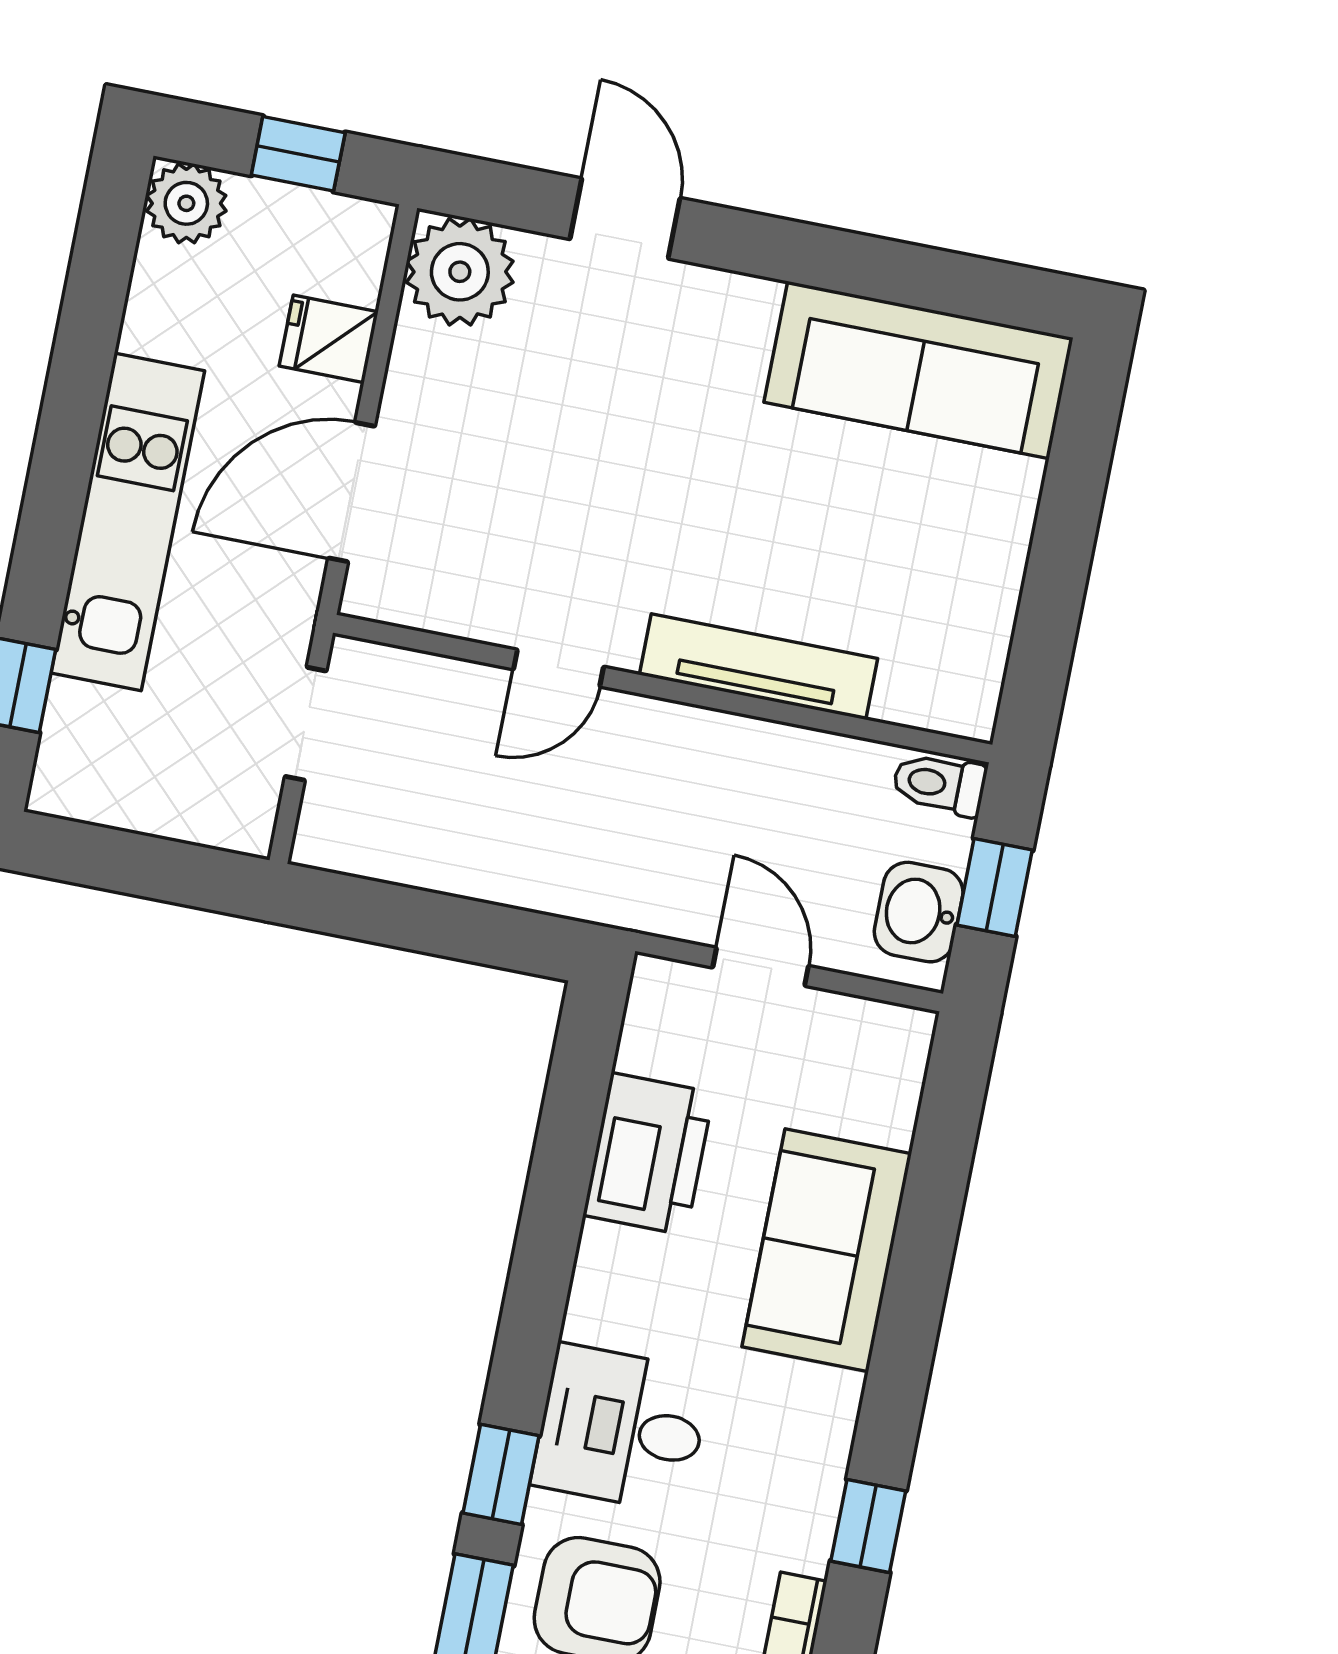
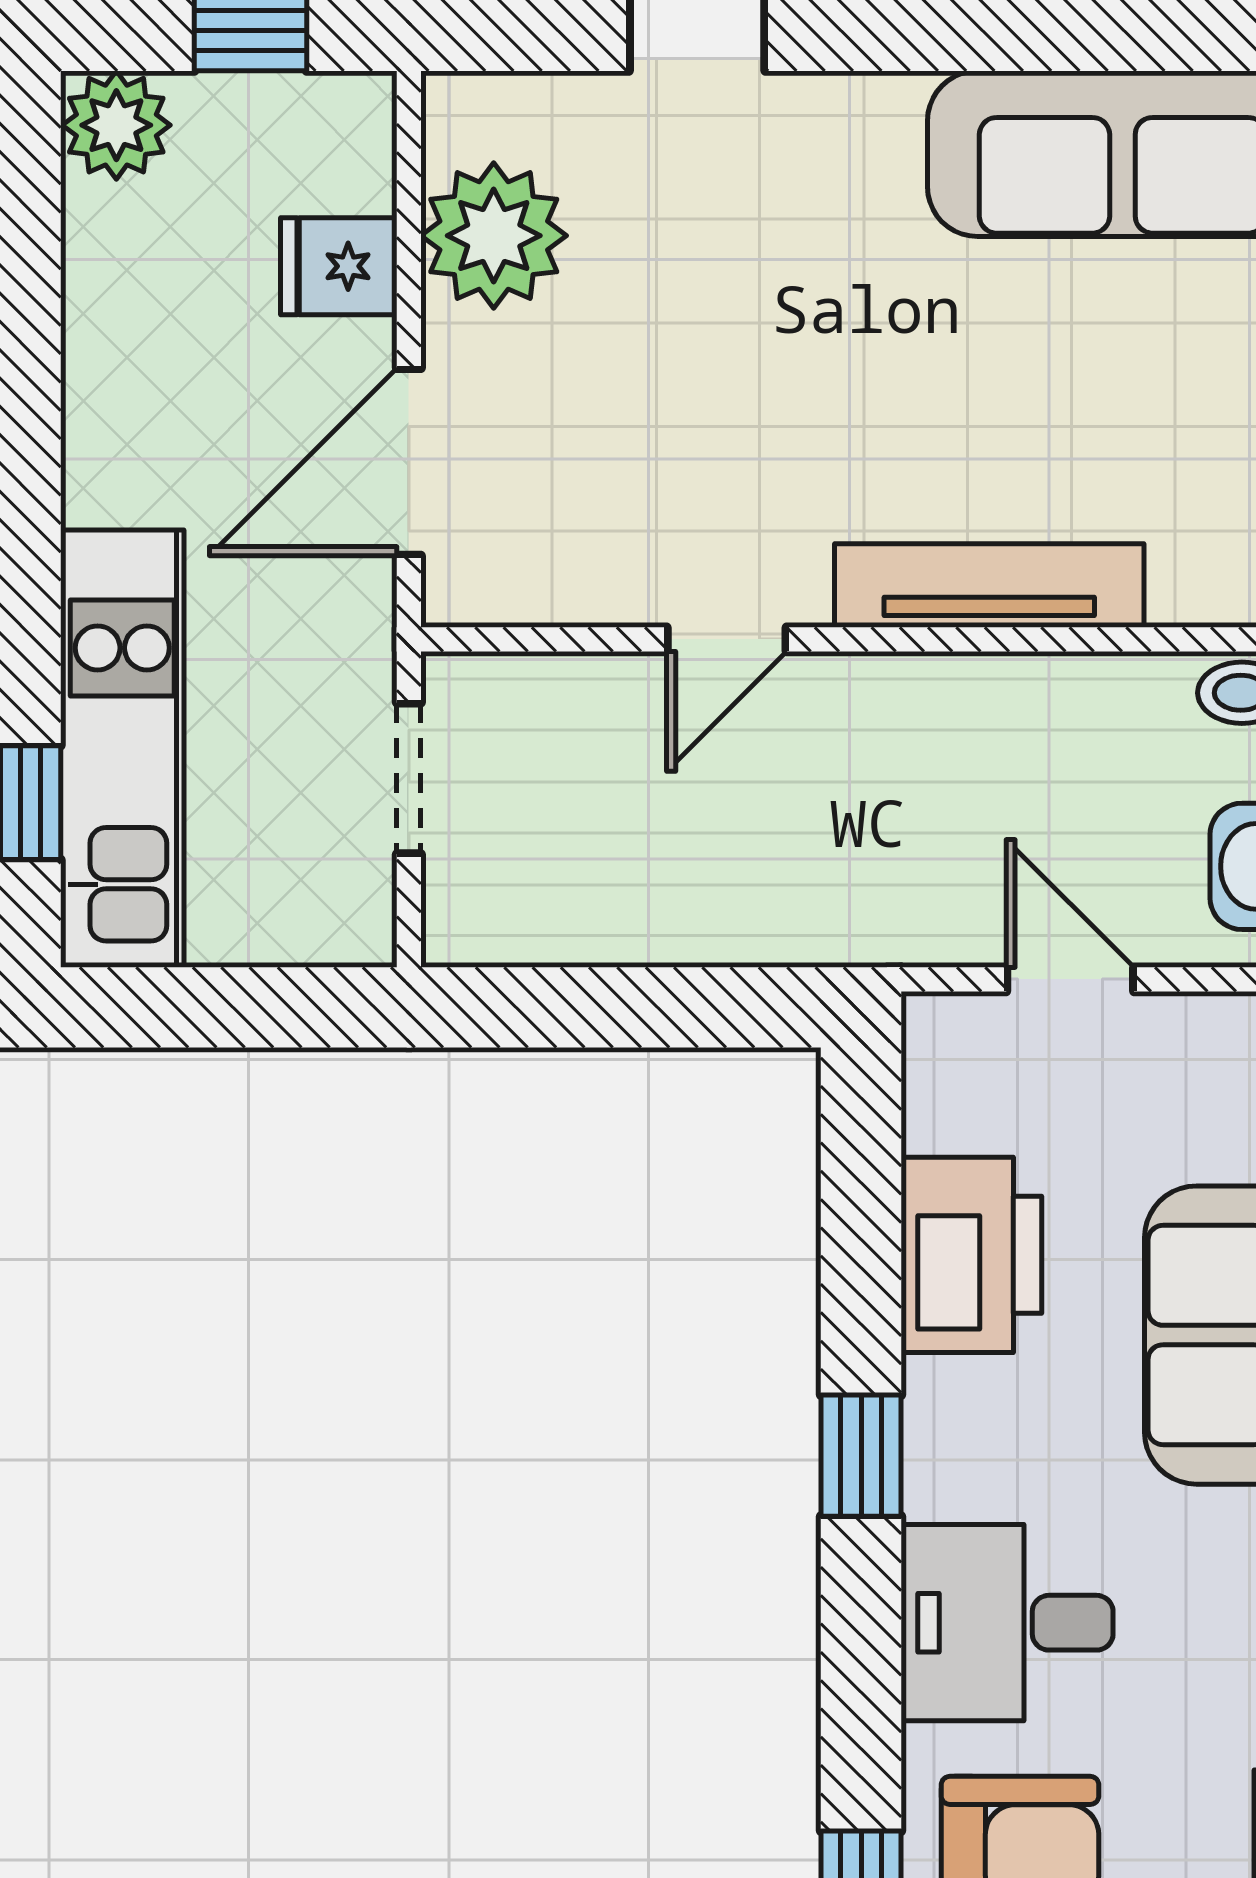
plant: (460, 272) -> (494, 236), moved
kitchen unit: (128, 522) -> (122, 749), moved
window: (501, 1474) -> (861, 1456), moved

